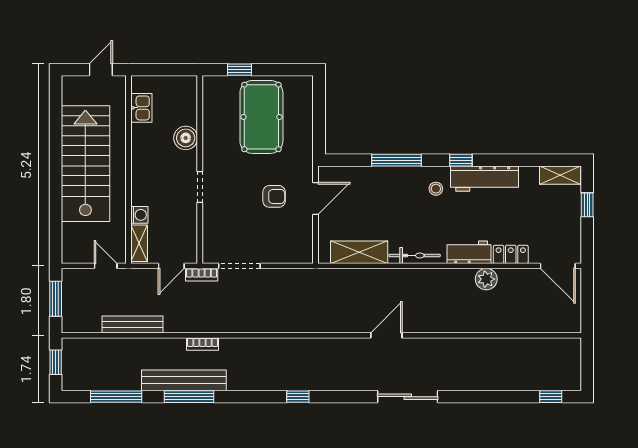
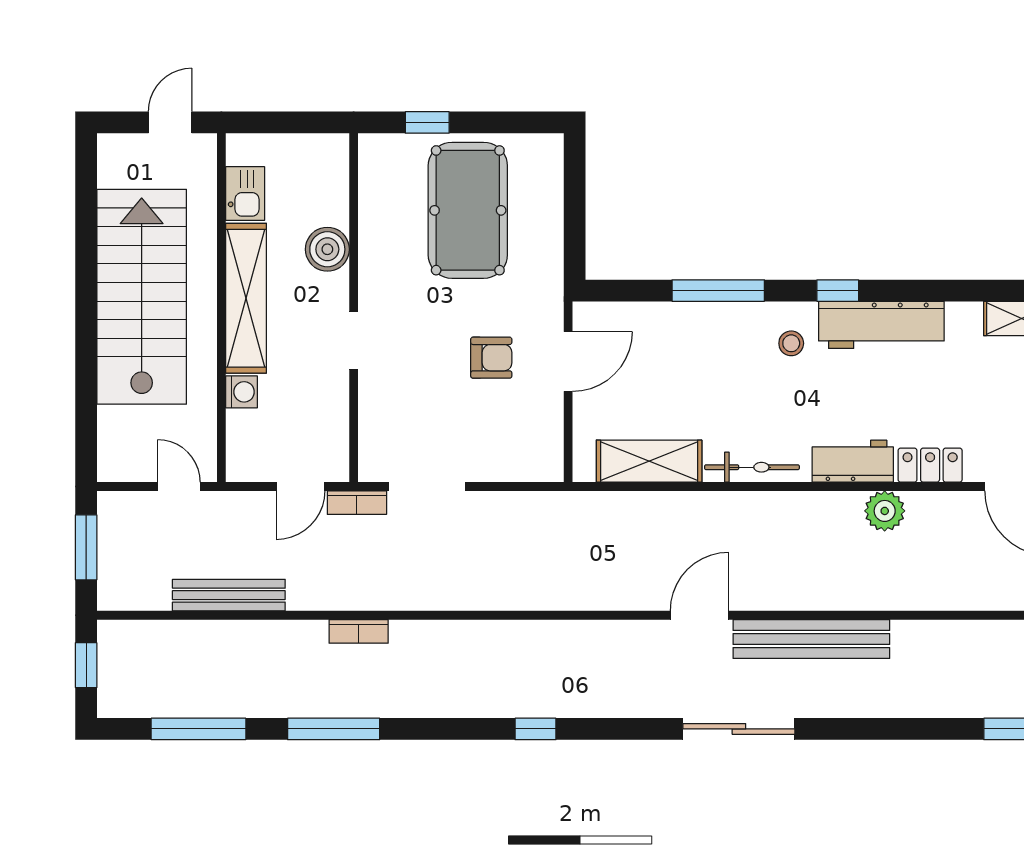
shelving: (139, 243) -> (246, 298), moved, width x2.20, depth x1.33
bench: (184, 380) -> (811, 639), moved

